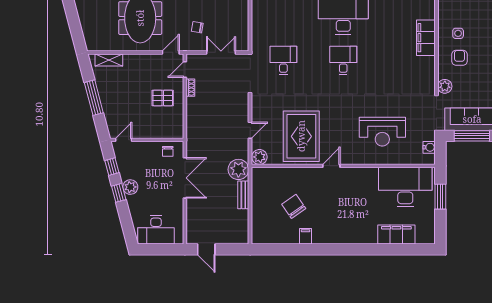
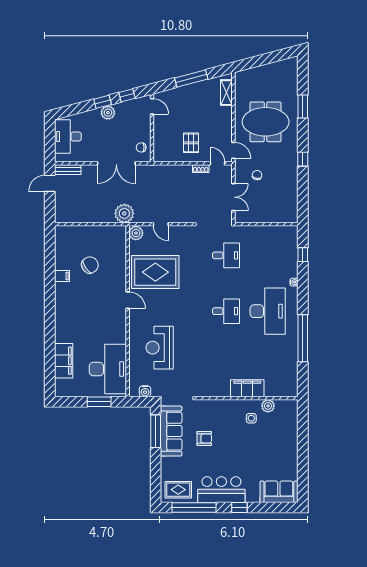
armchair: (460, 58) -> (204, 438), moved
plant: (445, 86) -> (268, 406), moved
bench: (243, 195) -> (68, 170), moved

